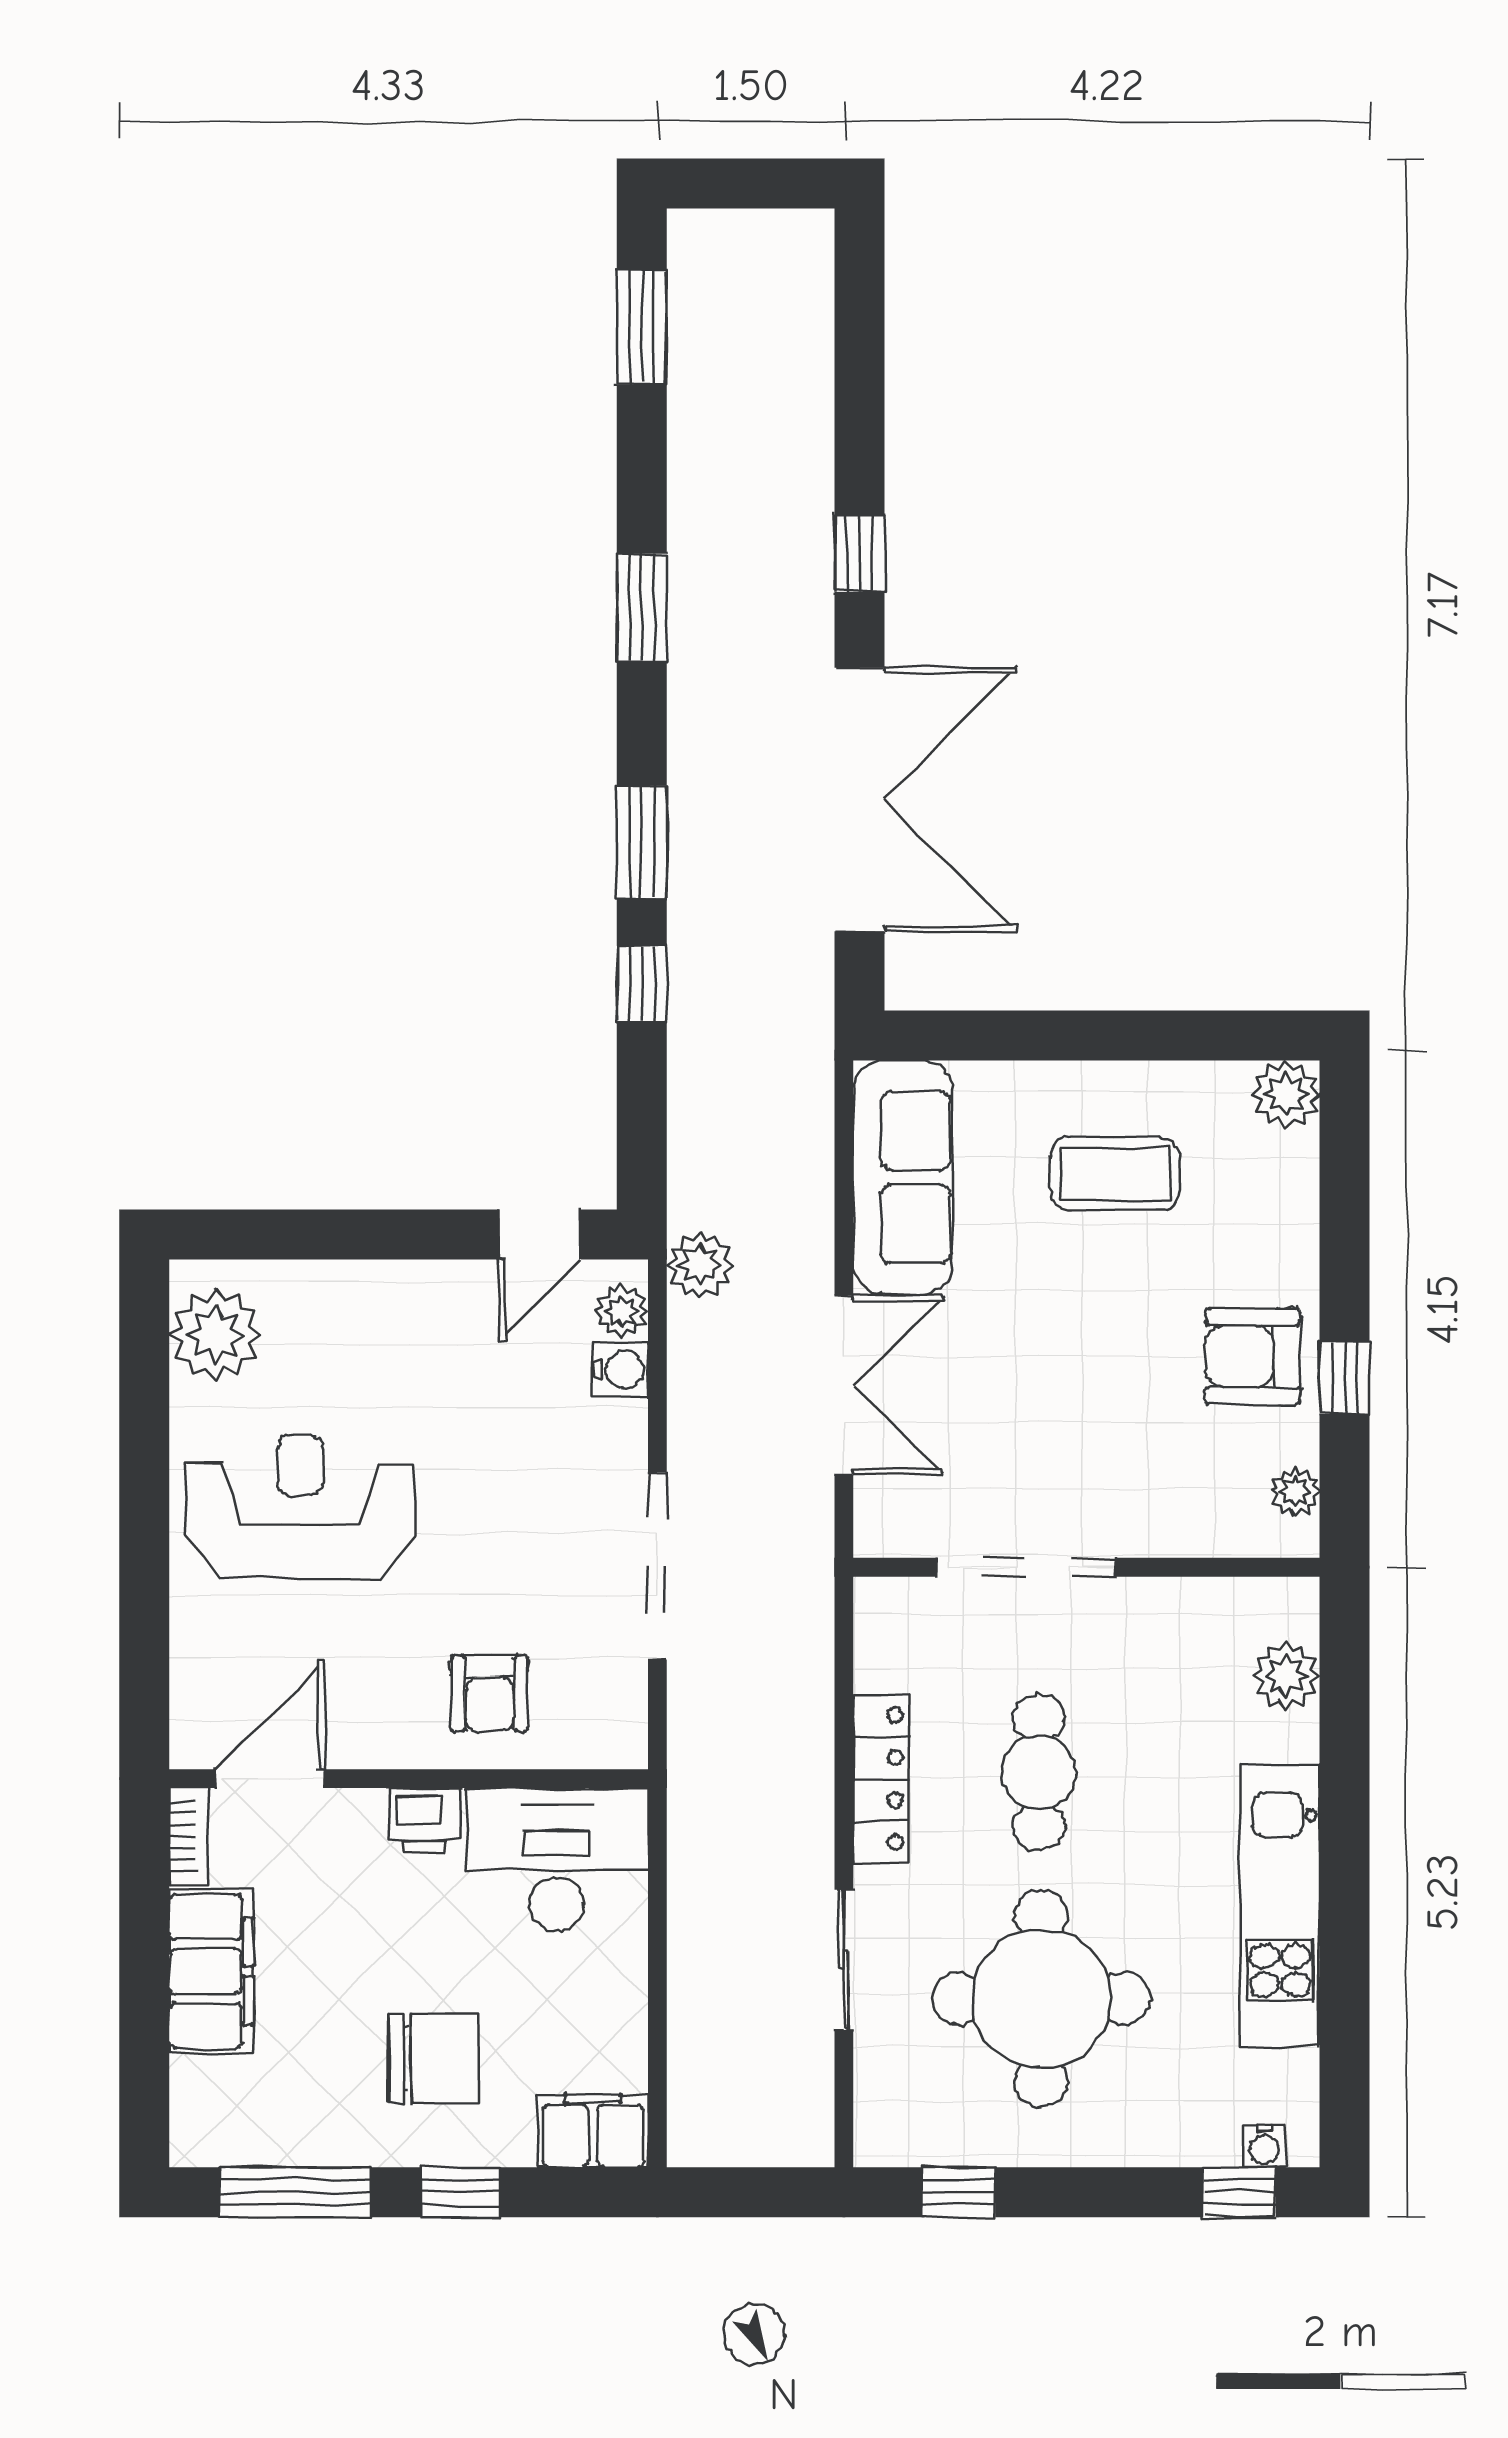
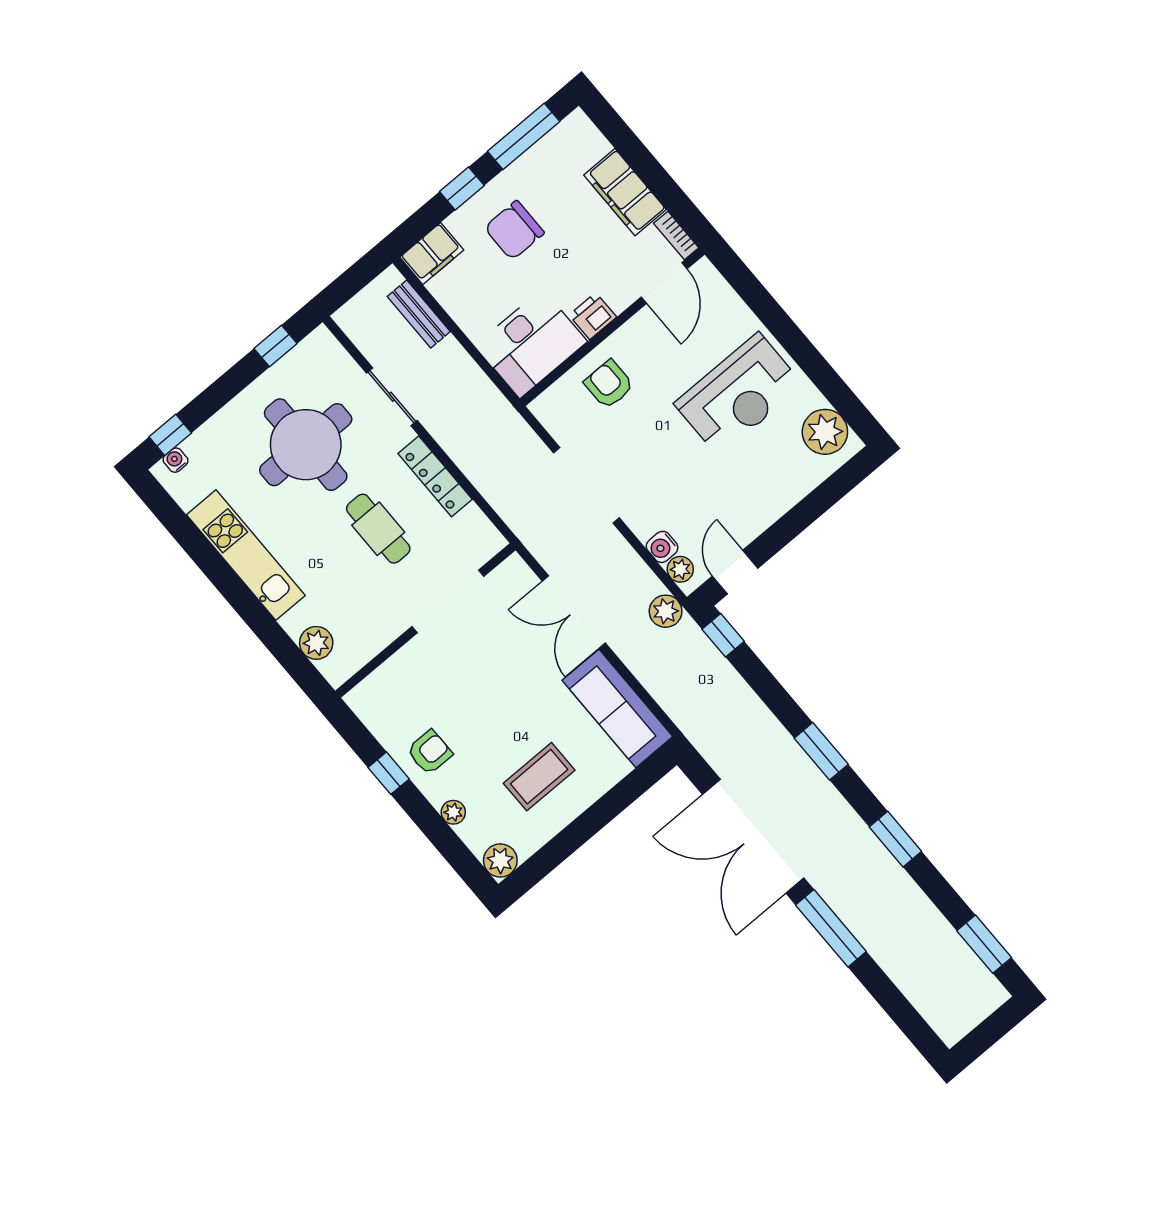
window: (859, 554) -> (831, 928), width x2.17
window: (642, 983) -> (723, 635), moved
armchair: (1253, 1356) -> (430, 752), width x0.72, depth x0.72
plant: (1295, 1492) -> (453, 812), moved
bench: (693, 2053) -> (419, 314), added

